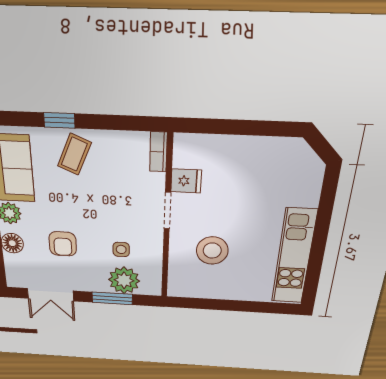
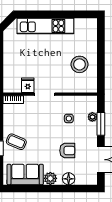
stool: (212, 251) -> (80, 64), moved
kitchen unit: (294, 257) -> (45, 26), moved
plant: (124, 280) -> (92, 117), width x0.53, depth x0.53

